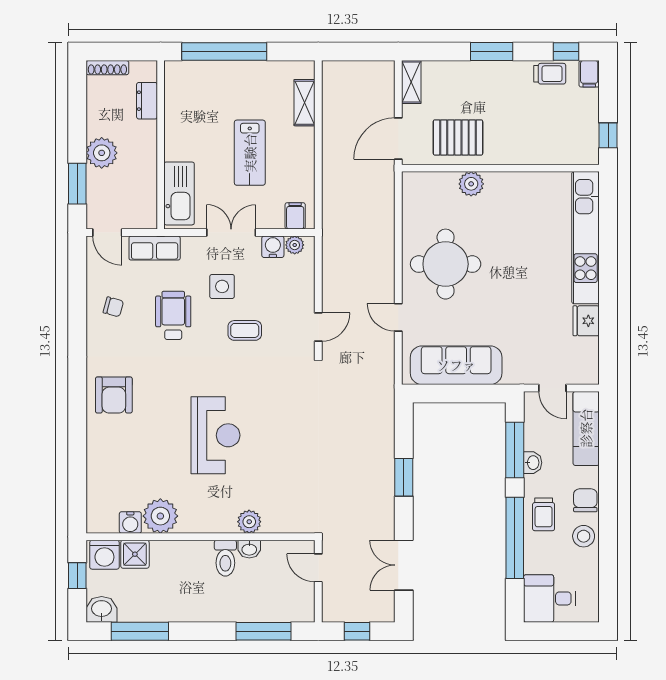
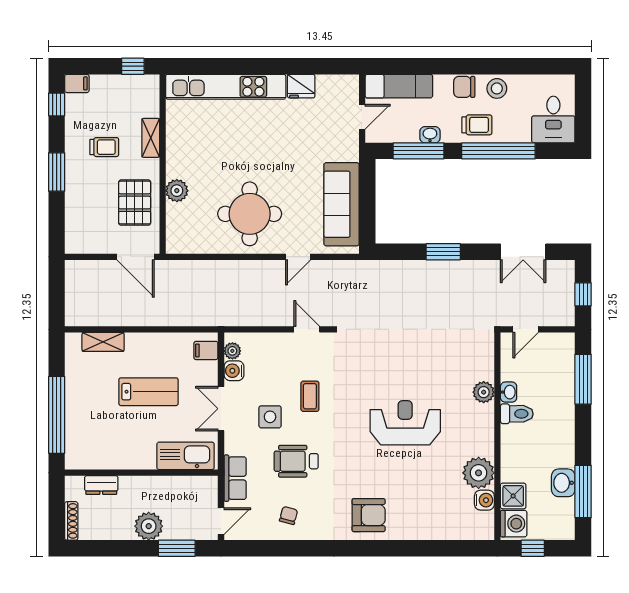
trolley: (550, 74) -> (104, 147), moved, turned 90
shelving: (411, 82) -> (151, 138), moved, turned 90
washbasin: (102, 609) -> (563, 483), moved

